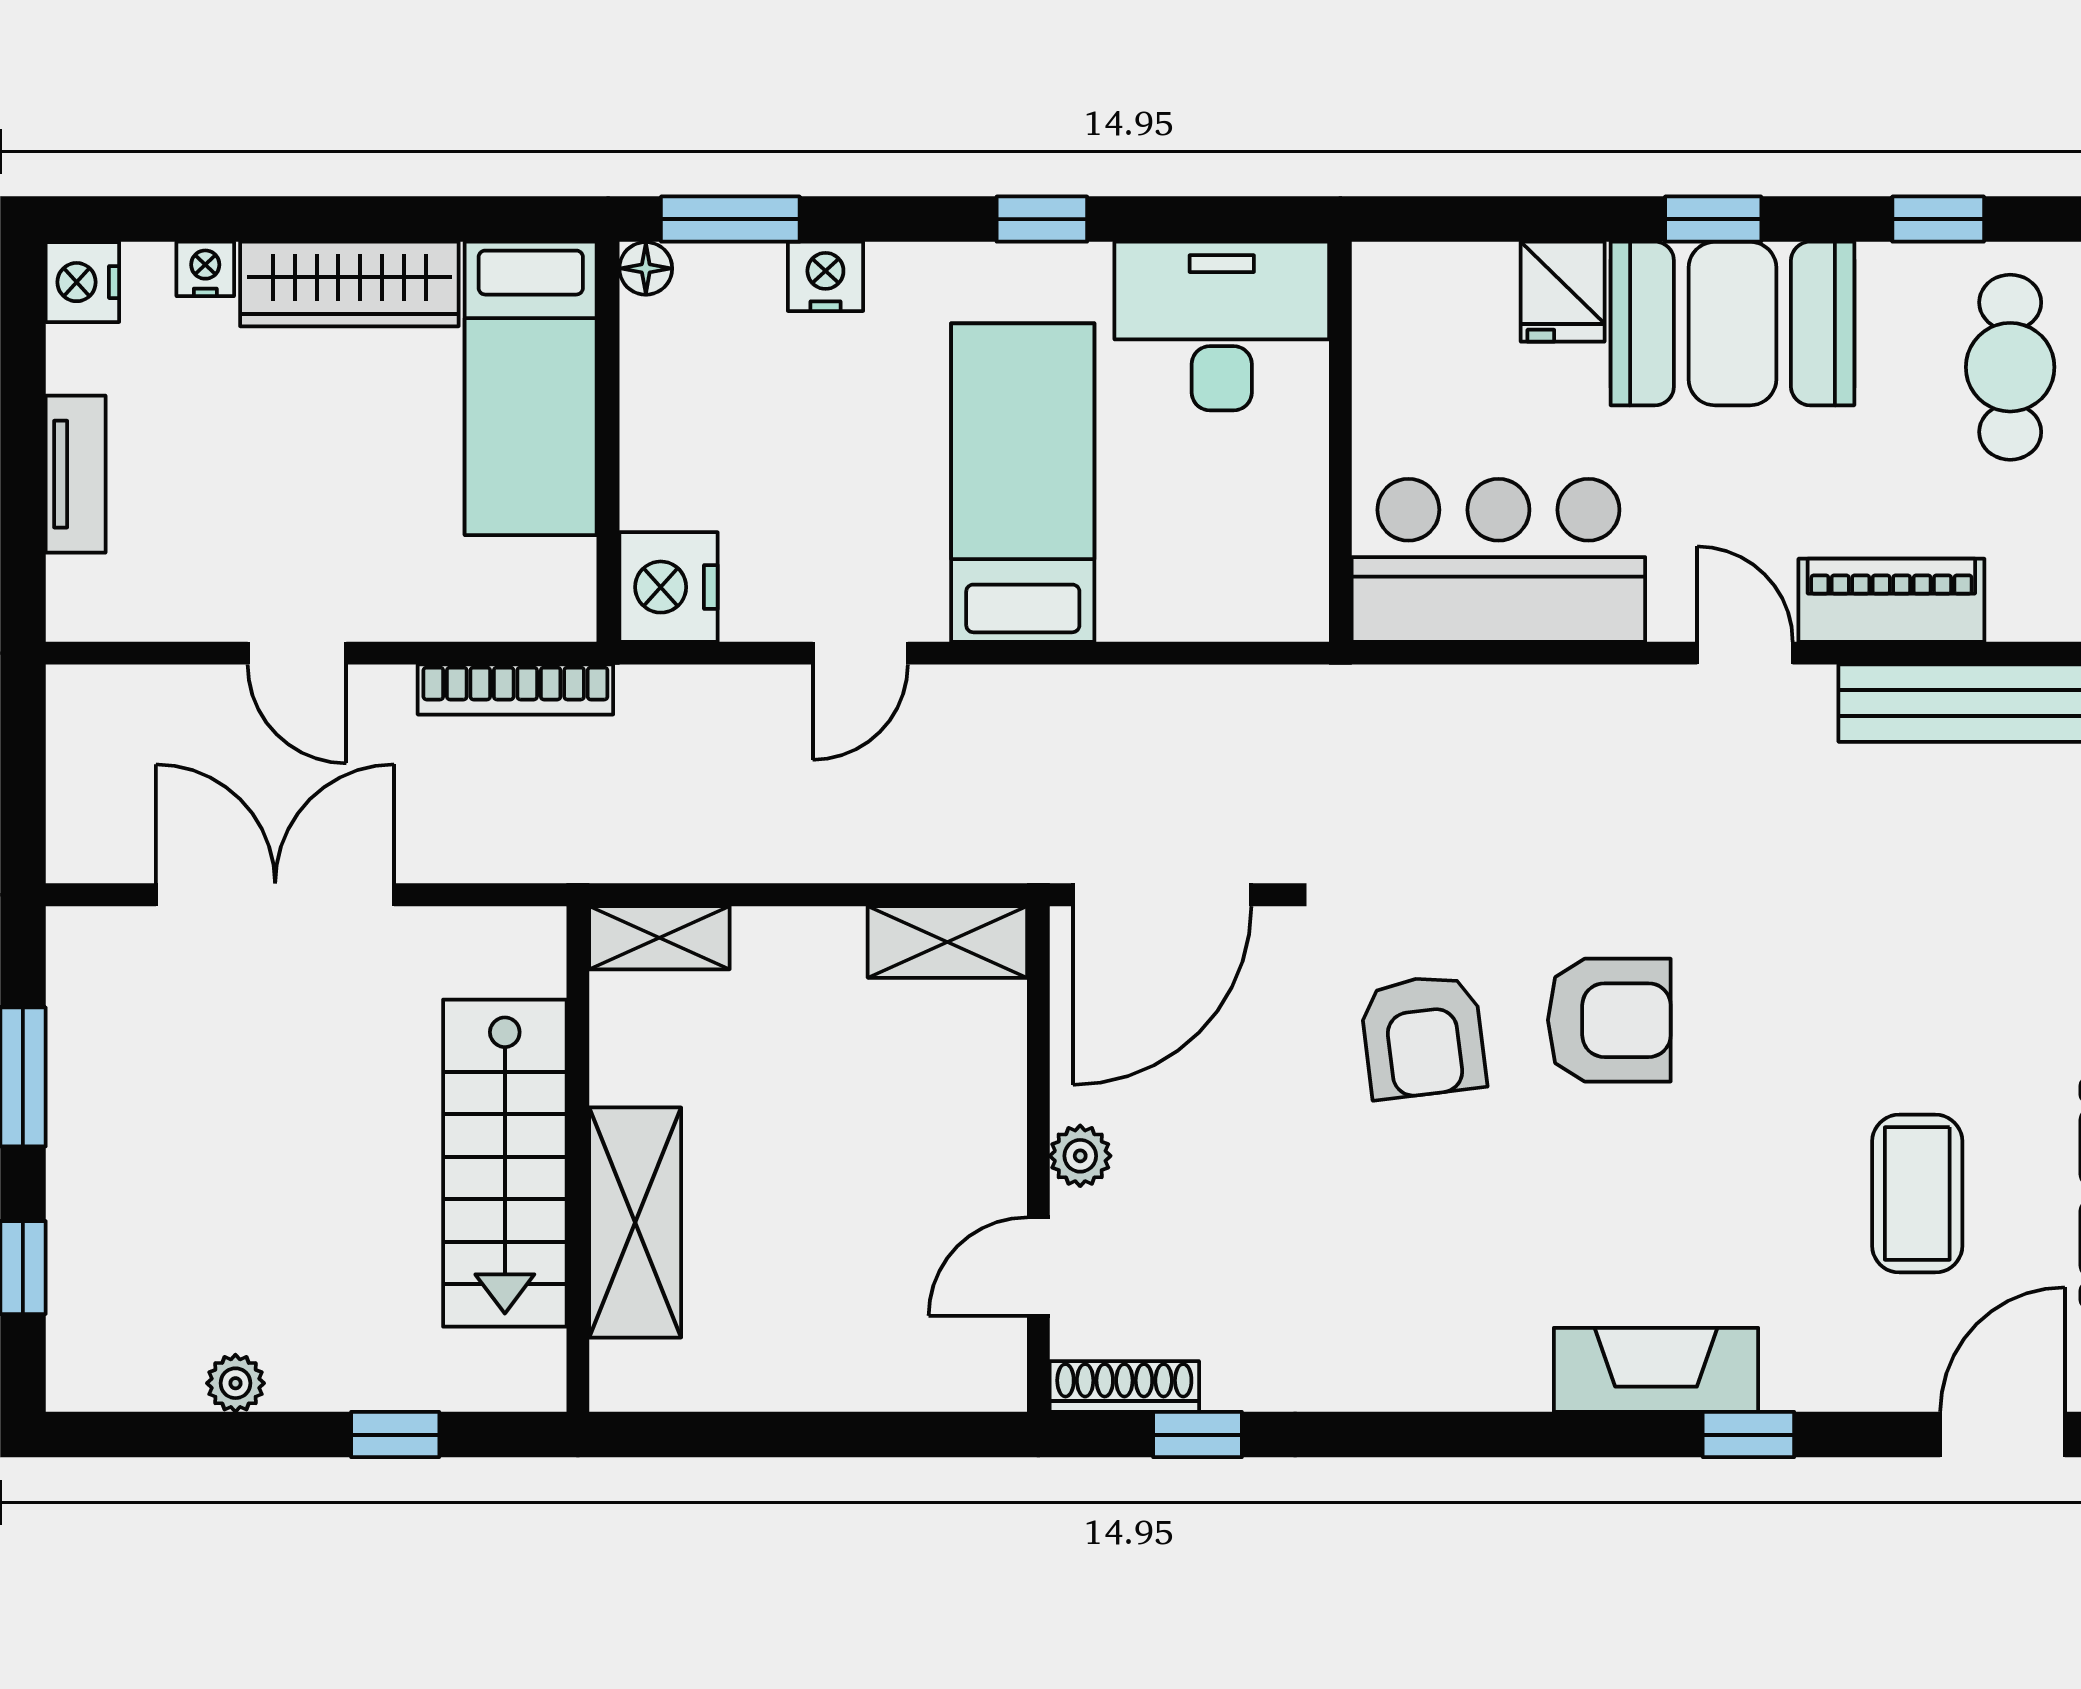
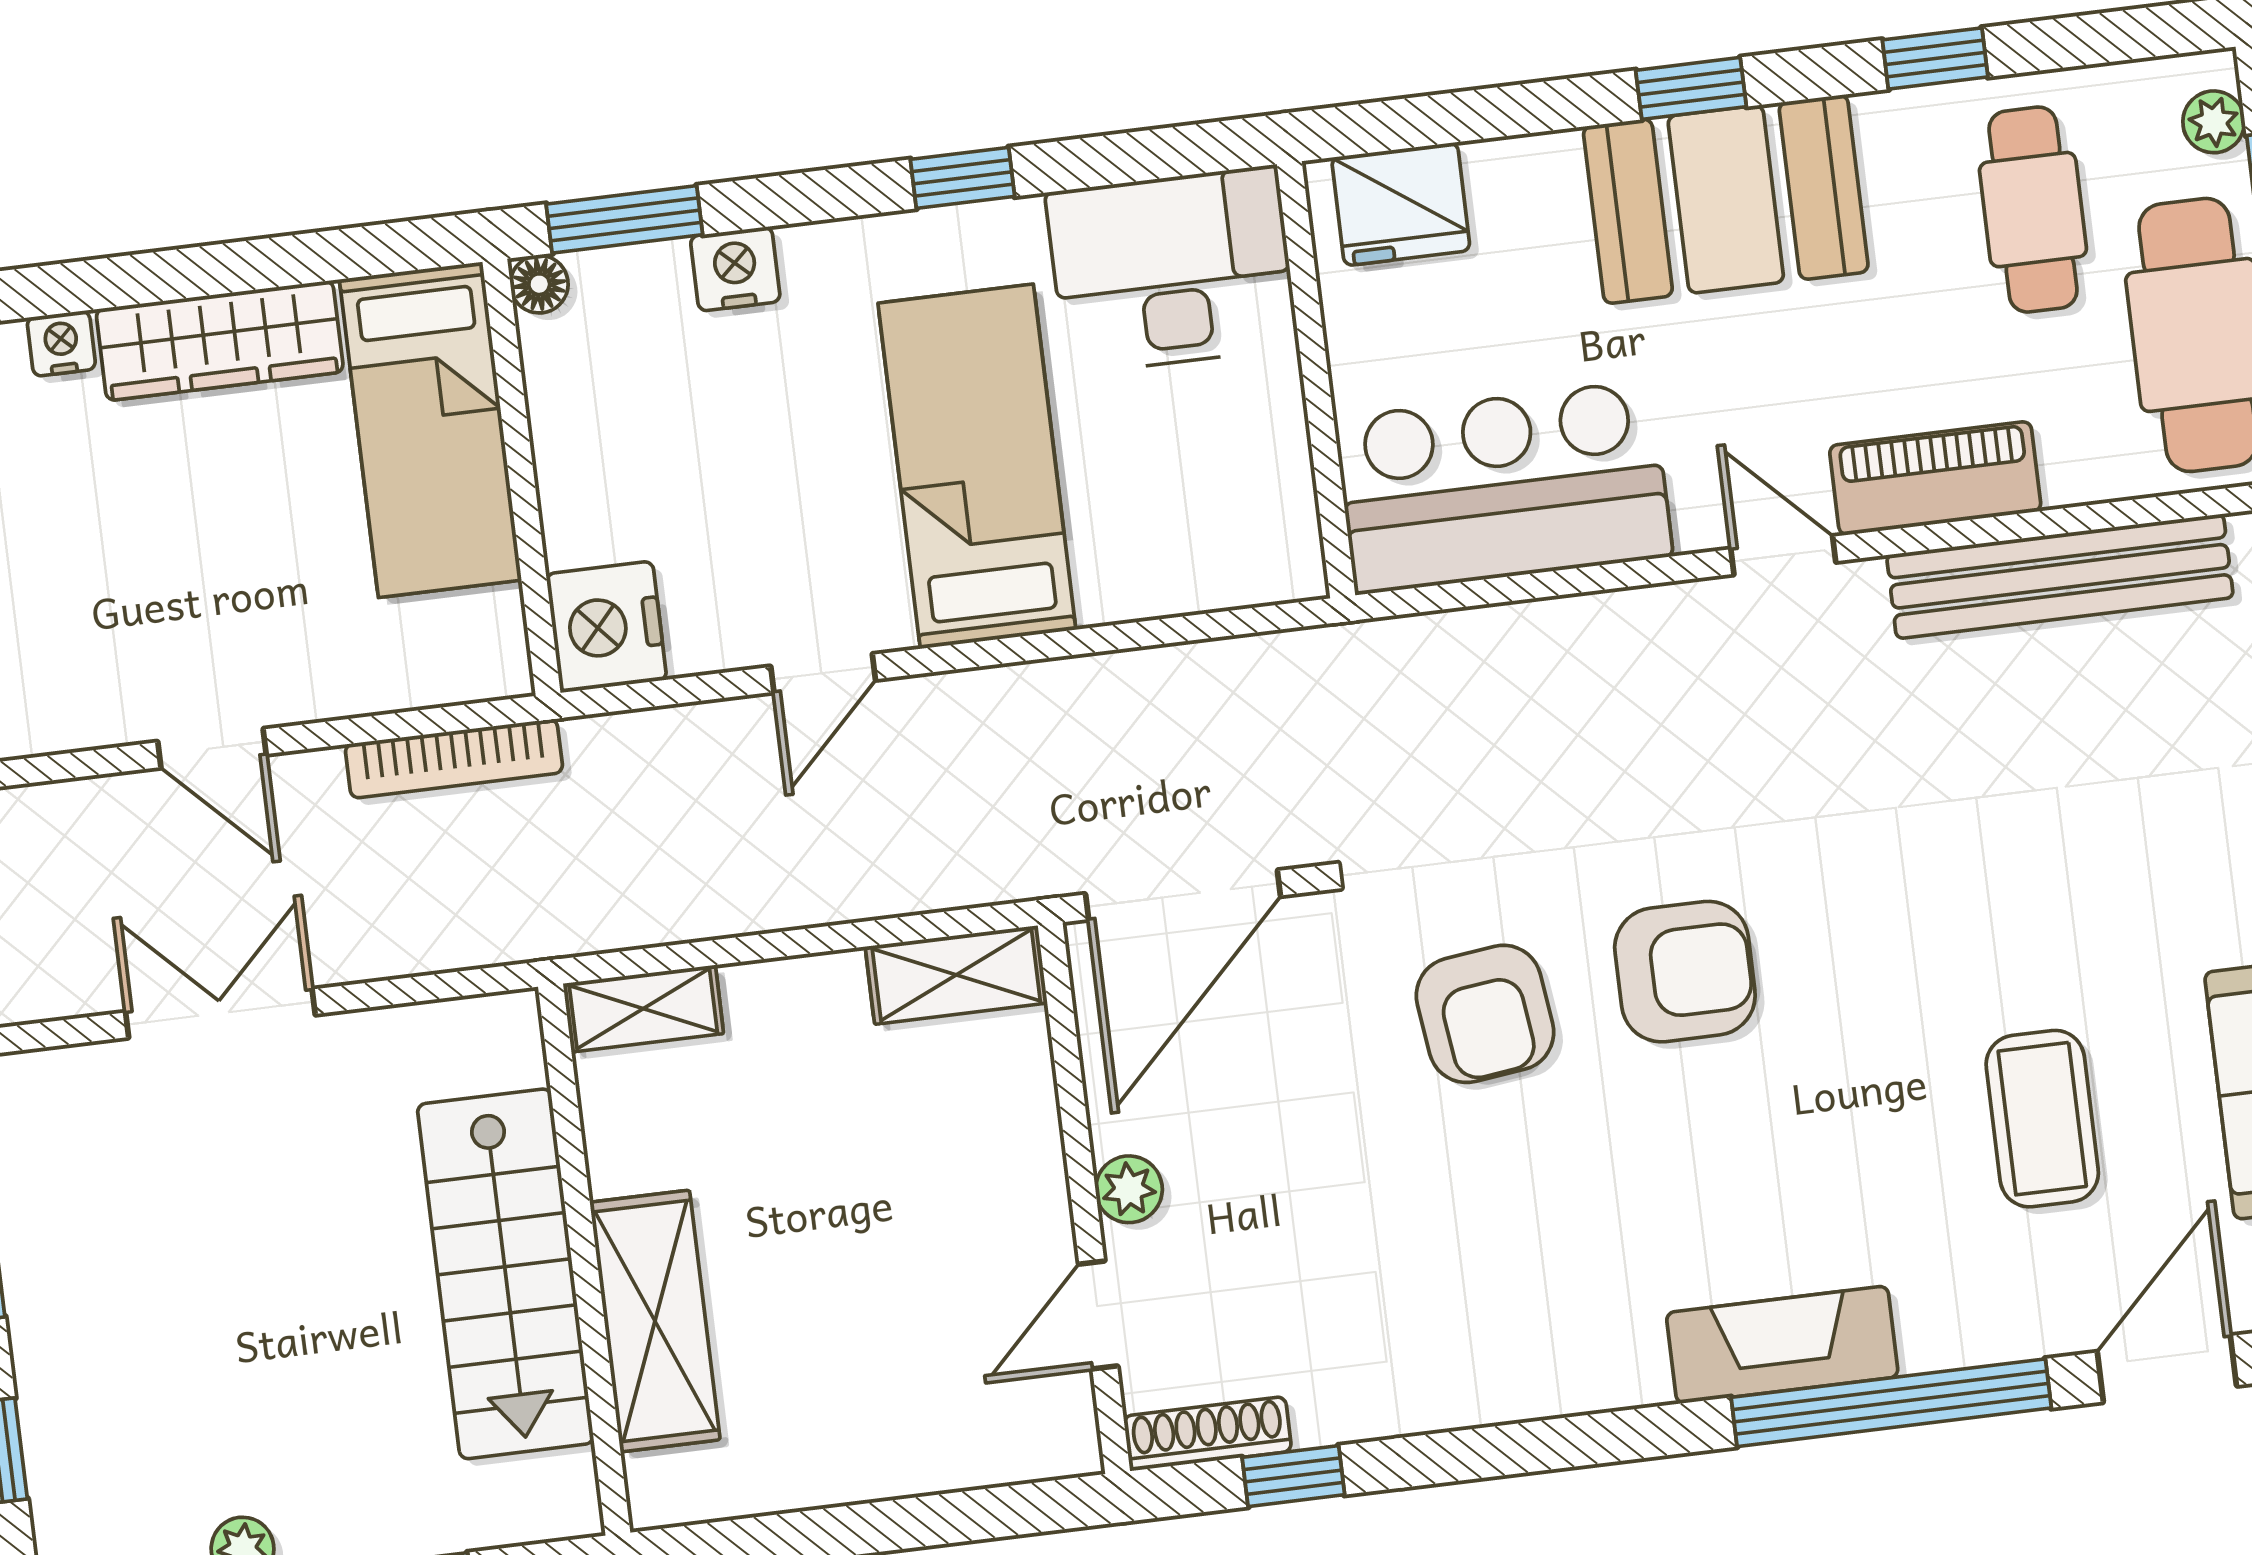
fridge: (1563, 292) -> (1401, 204), moved, width x1.38
double door: (275, 895) -> (220, 1013), width x0.73
window: (1748, 1435) -> (1891, 1403), width x3.17

